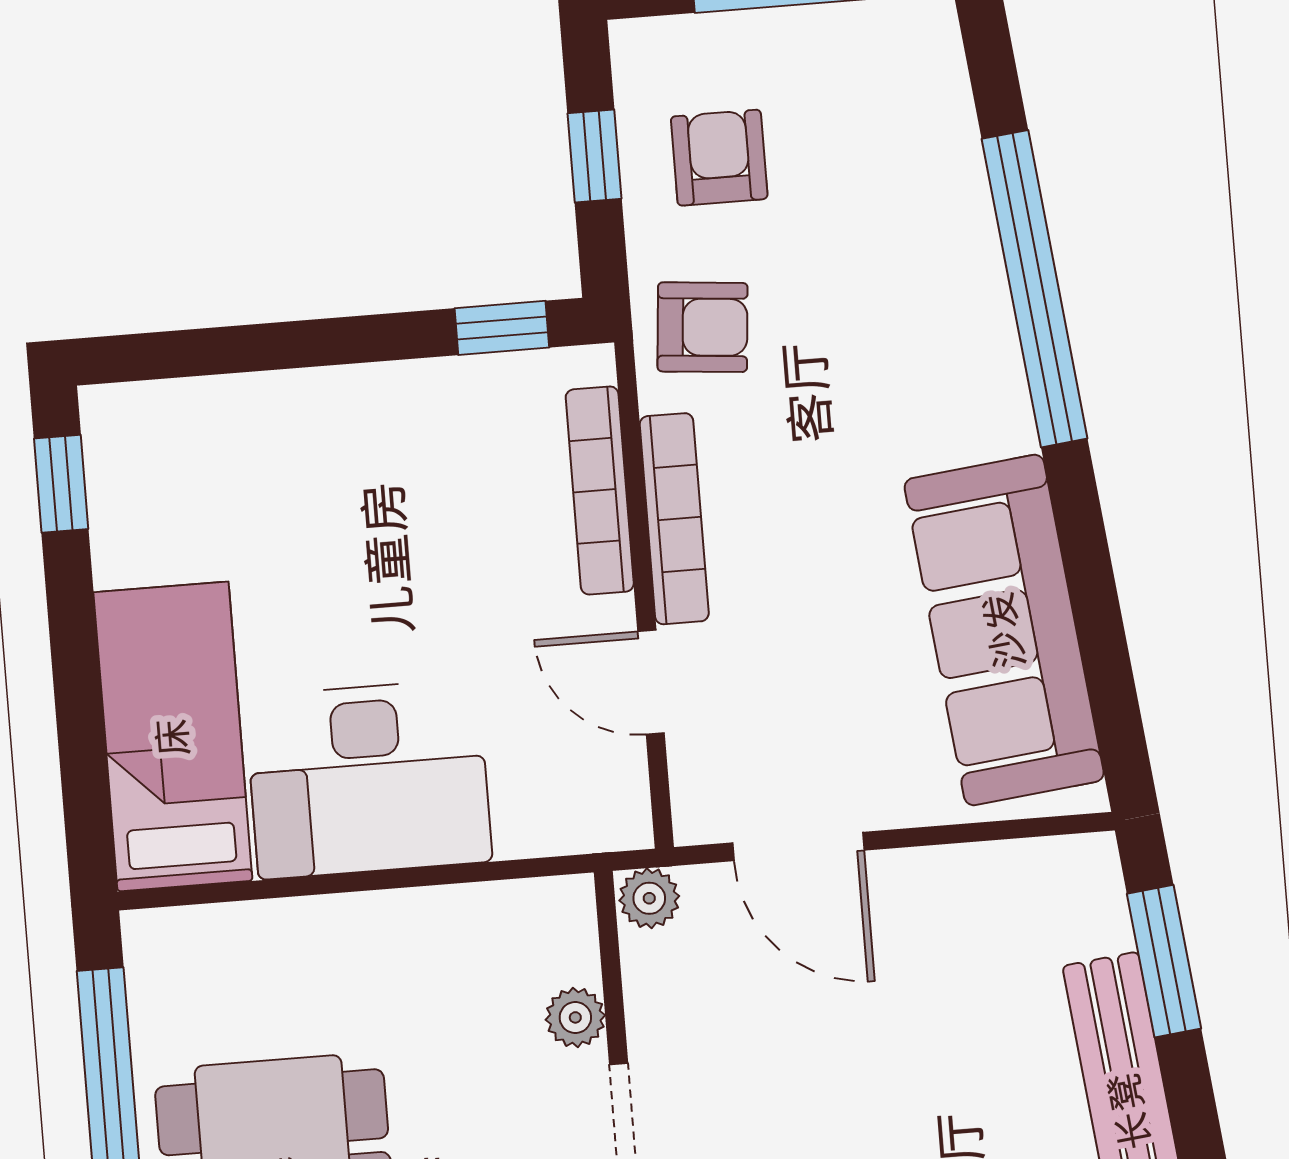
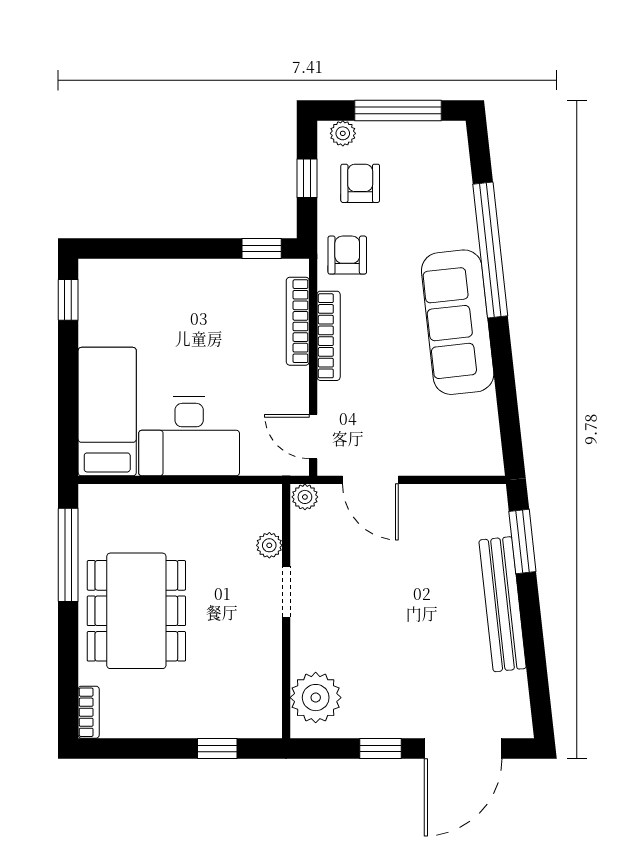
plant: (669, 45) -> (343, 133), added
armchair: (702, 327) -> (347, 255), turned -95
sofa: (1004, 630) -> (458, 322), moved
door: (651, 682) -> (313, 437), moved

